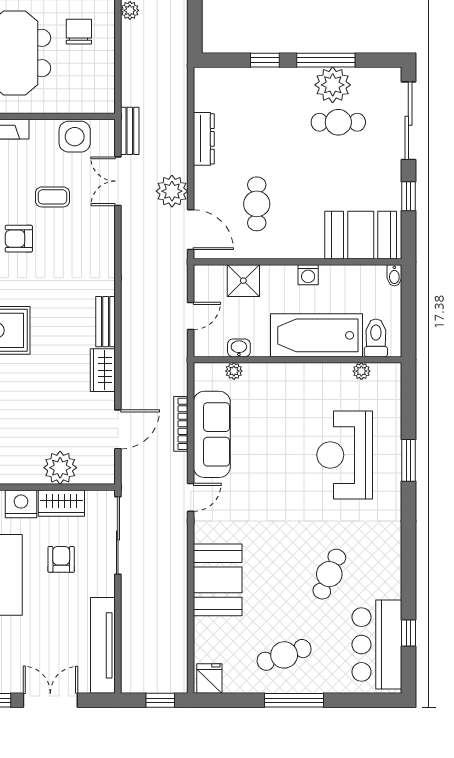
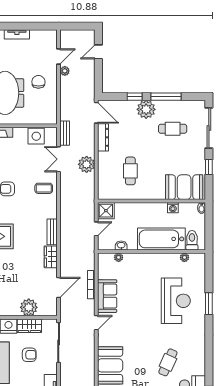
plant: (333, 85) -> (146, 109), moved
coffee table: (53, 197) -> (44, 188), moved
door: (191, 230) -> (96, 113), moved
washing machine: (308, 275) -> (173, 208), moved
shower: (243, 281) -> (106, 211), moved
sofa: (212, 434) -> (107, 296), width x0.73
reception desk: (345, 455) -> (176, 301), turned 180
armchair: (61, 559) -> (29, 355), turned 90

